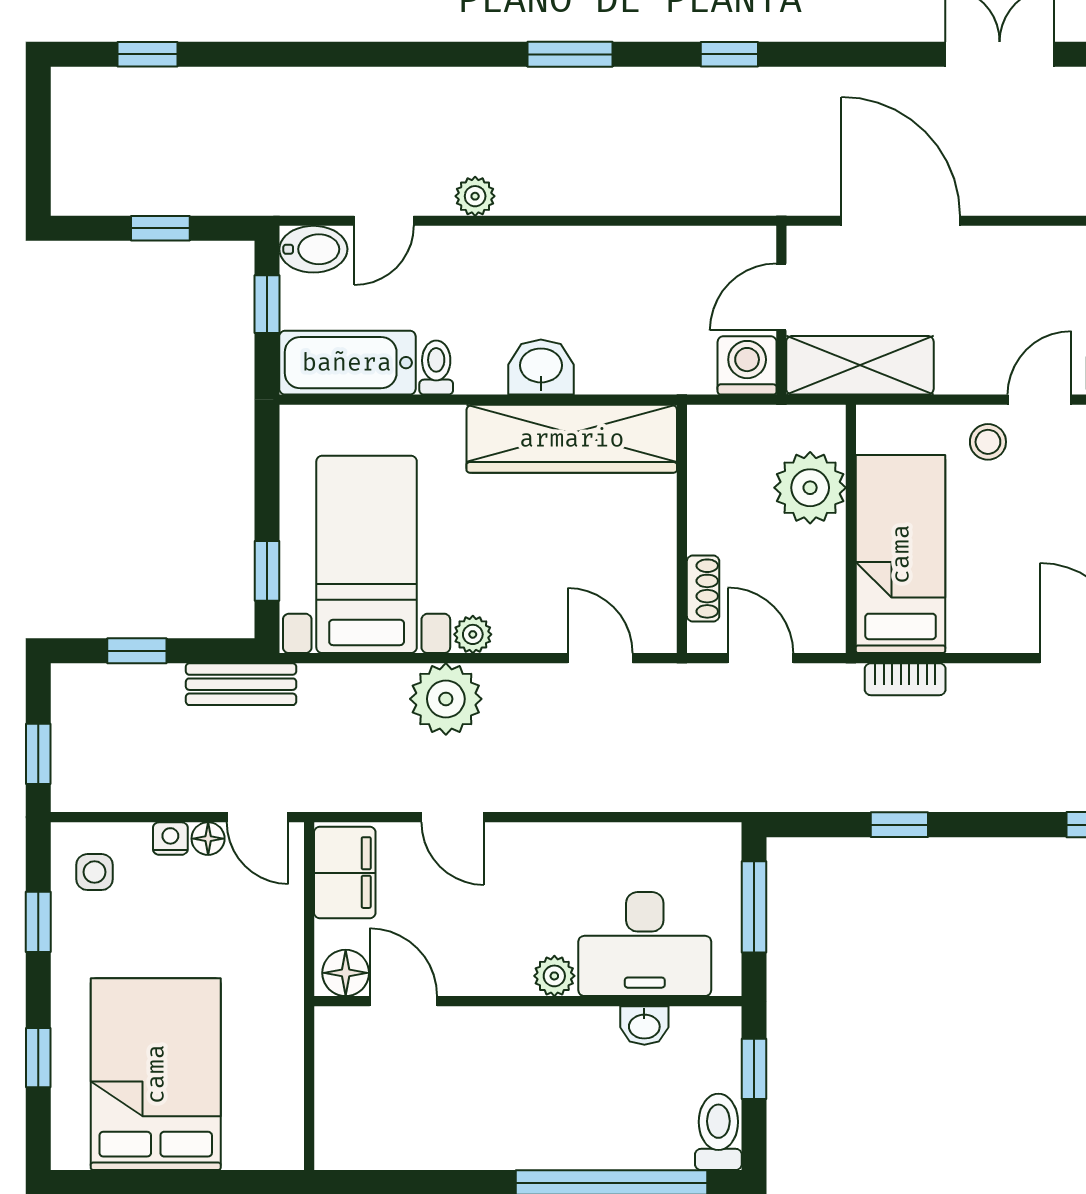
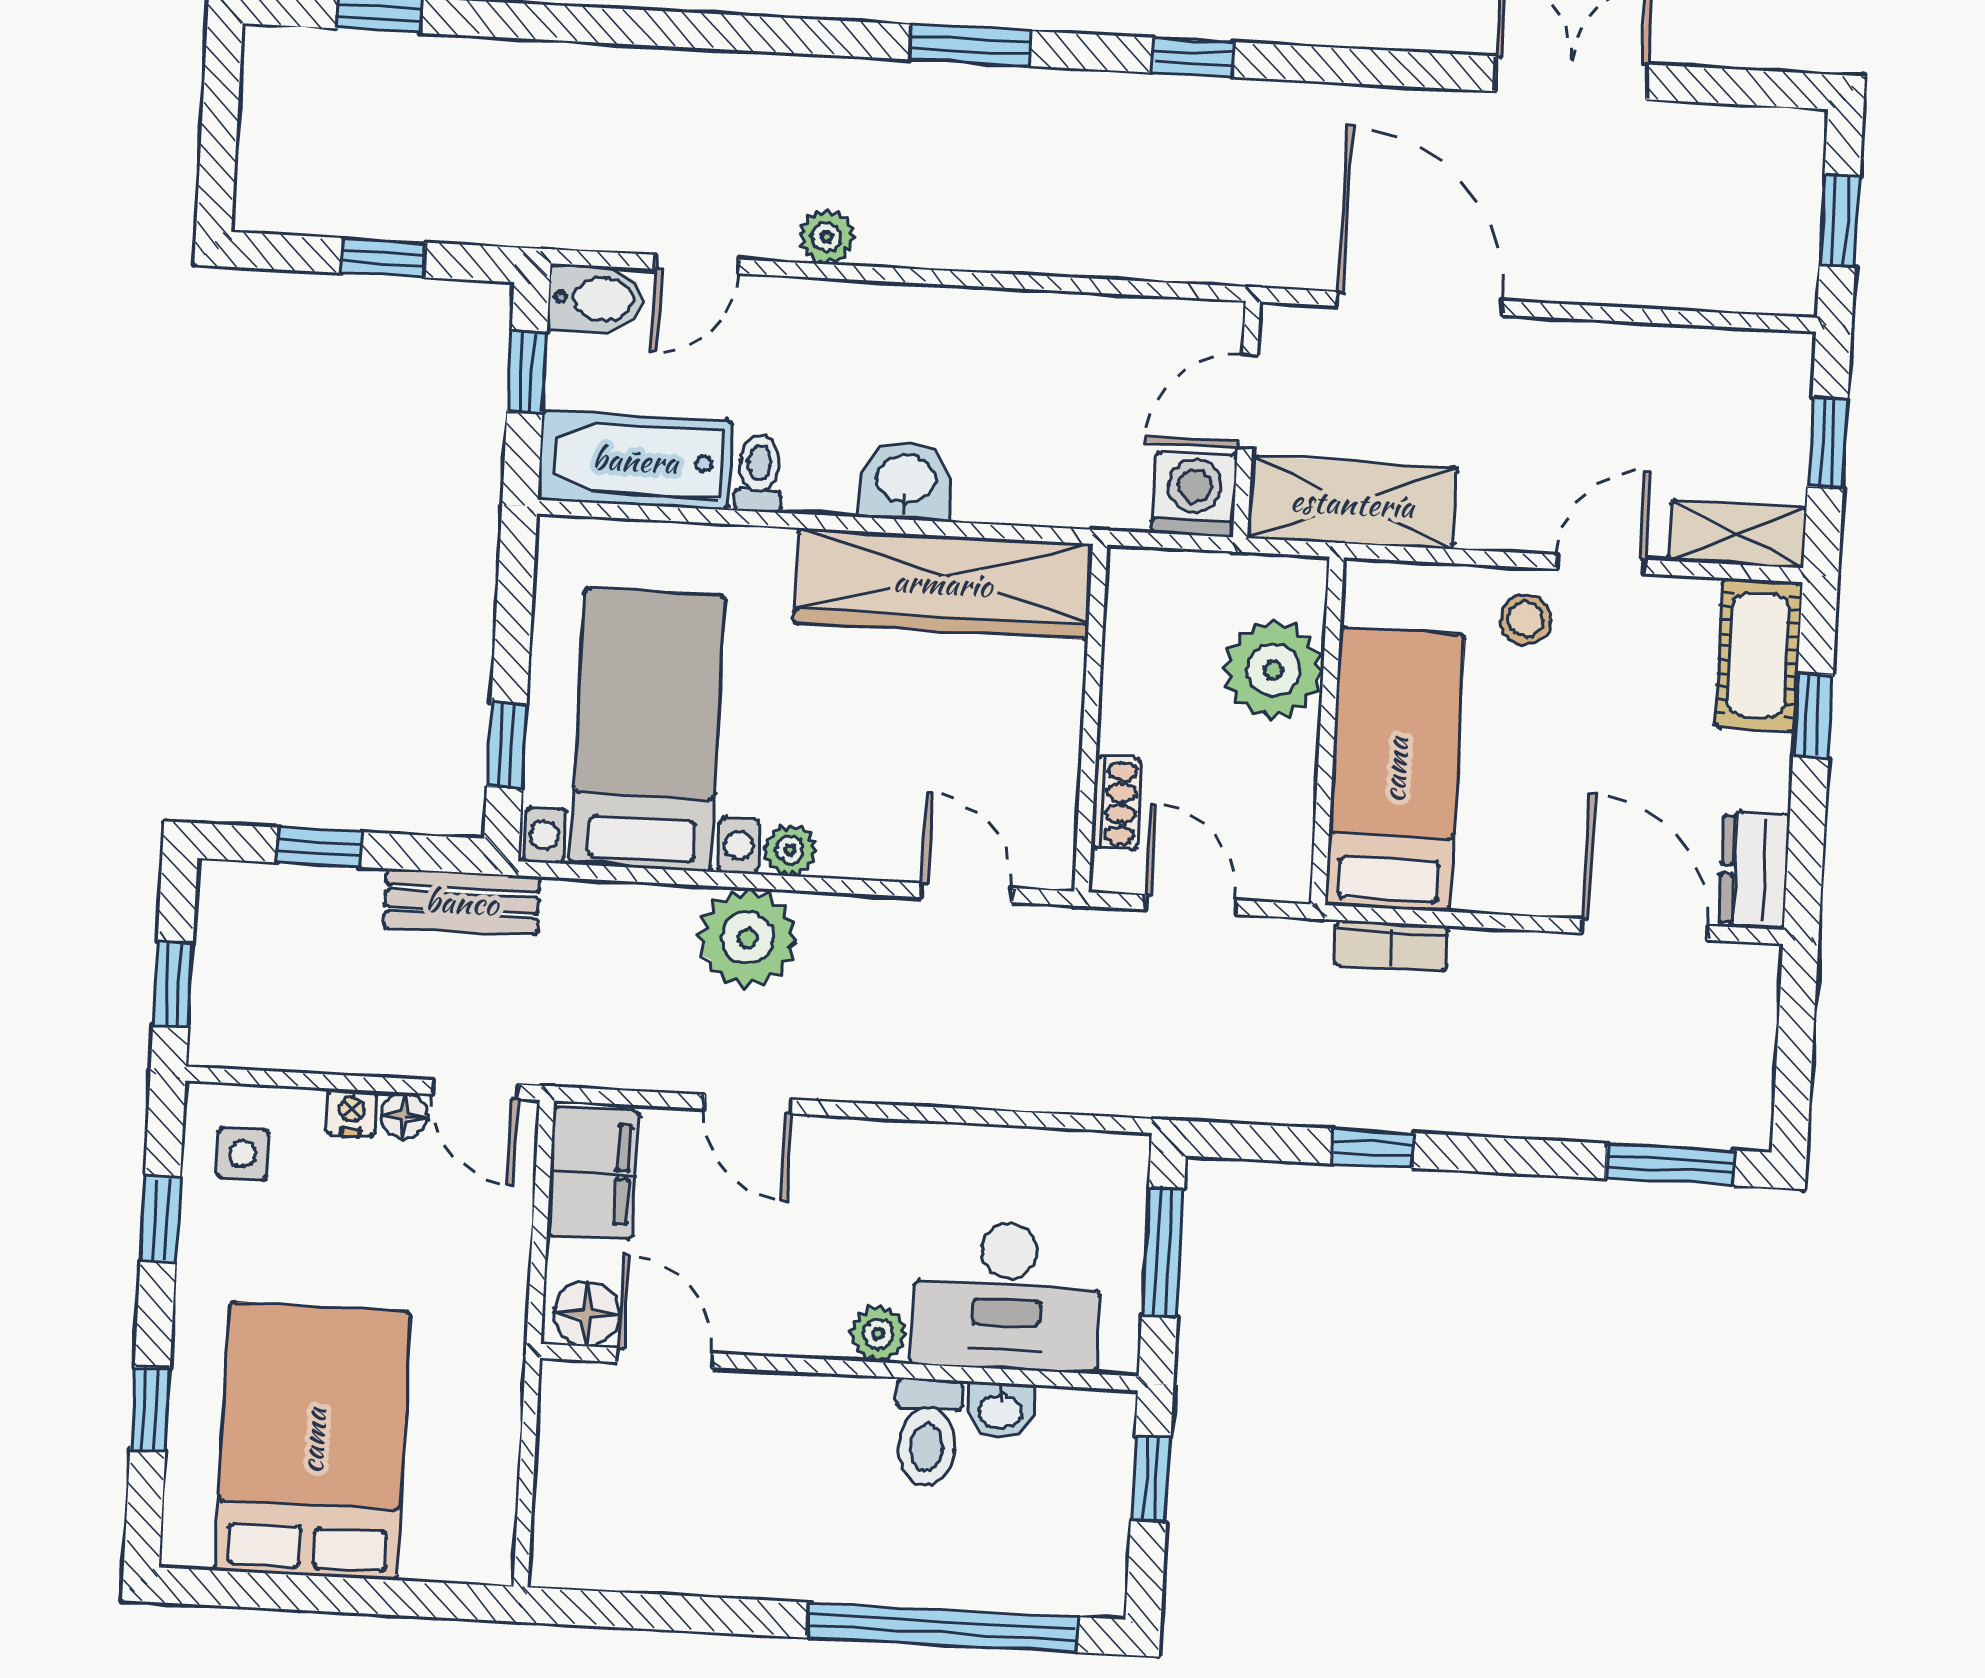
toilet: (718, 1132) -> (927, 1433), moved, turned 180

